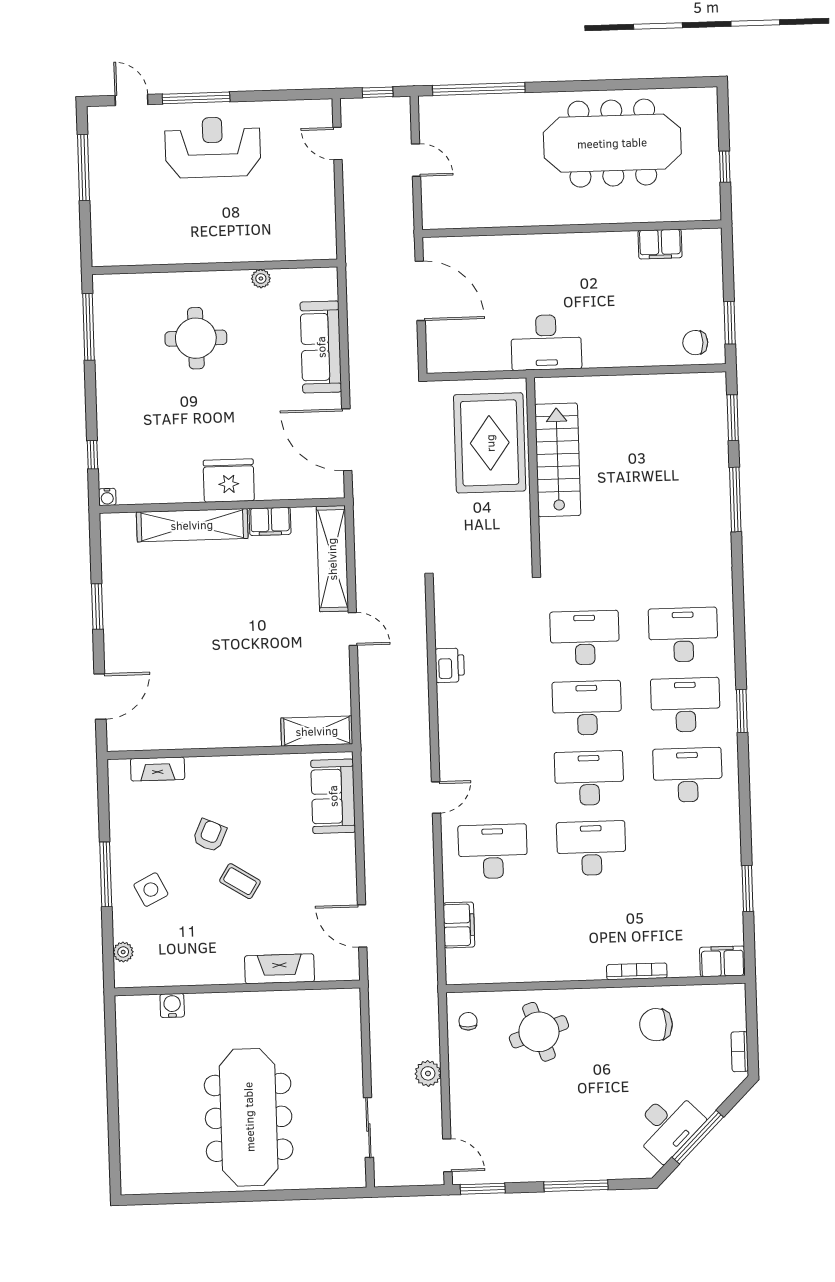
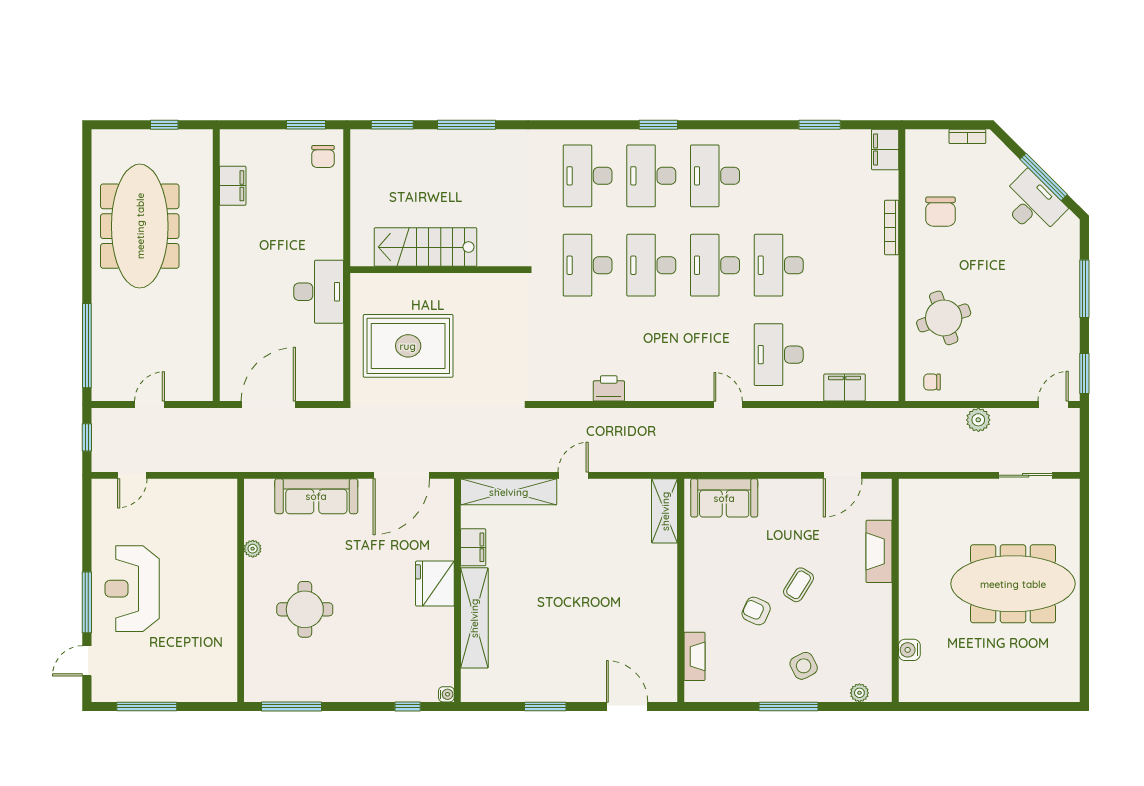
stairs: (558, 460) -> (425, 247), moved
wall: (533, 474) -> (437, 270), moved

